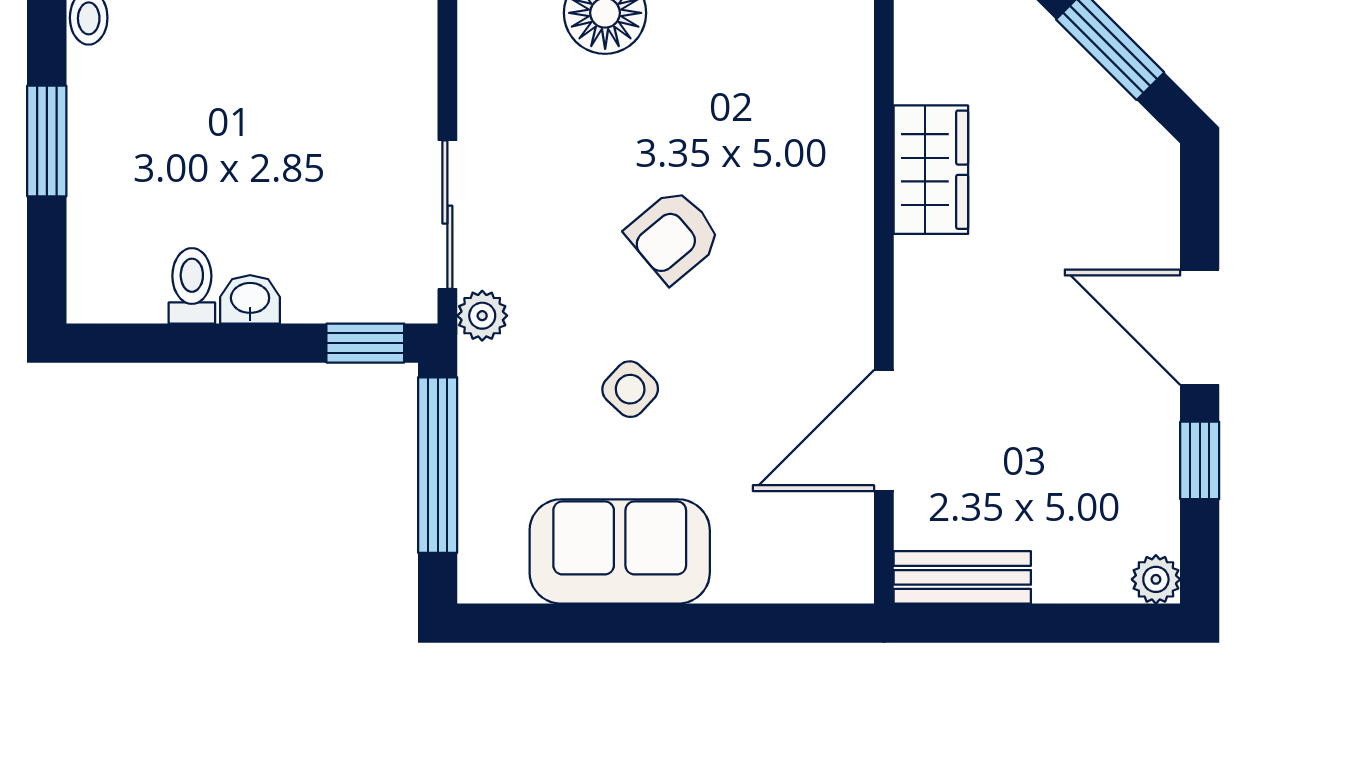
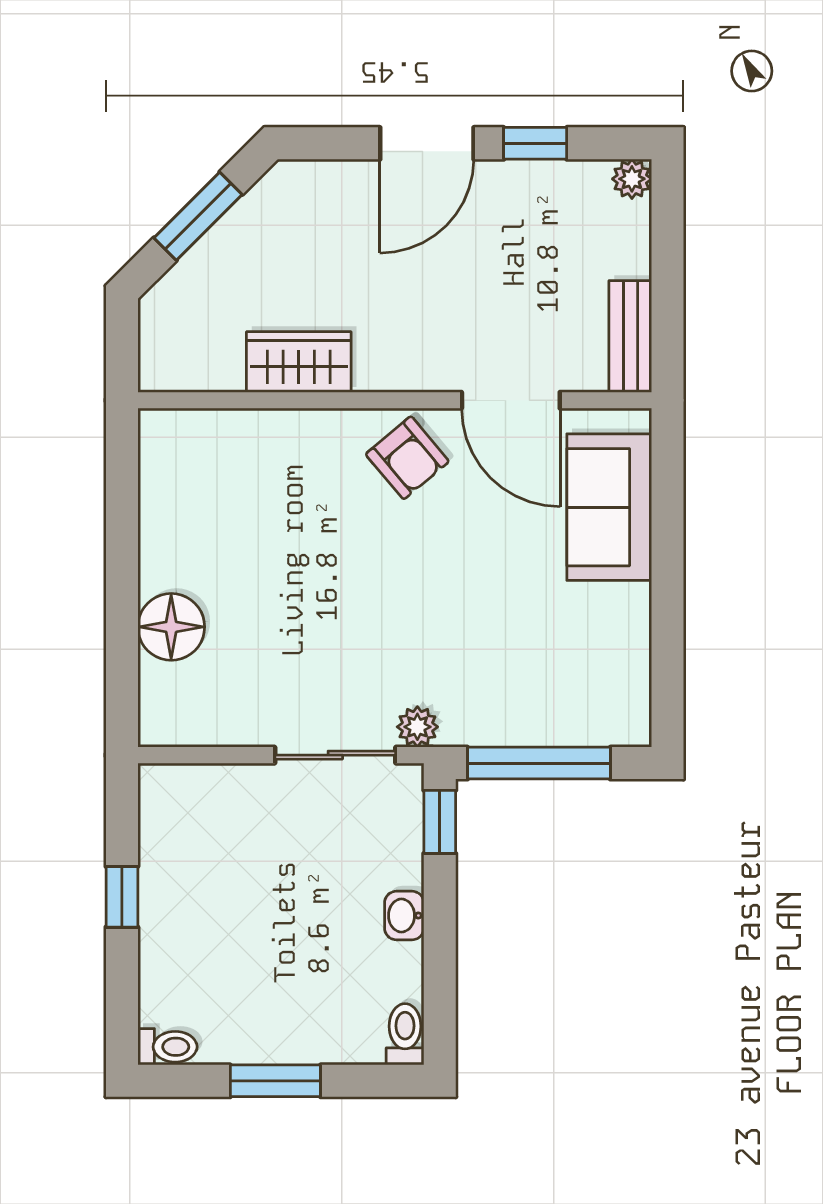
armchair: (674, 236) -> (407, 458), moved
toilet: (192, 286) -> (405, 1034), moved, turned 90
side table: (630, 389) -> (477, 607), removed
sofa: (620, 551) -> (609, 507), moved

